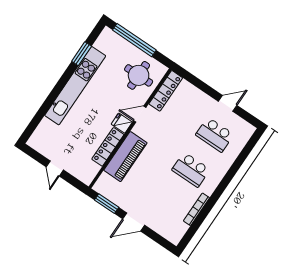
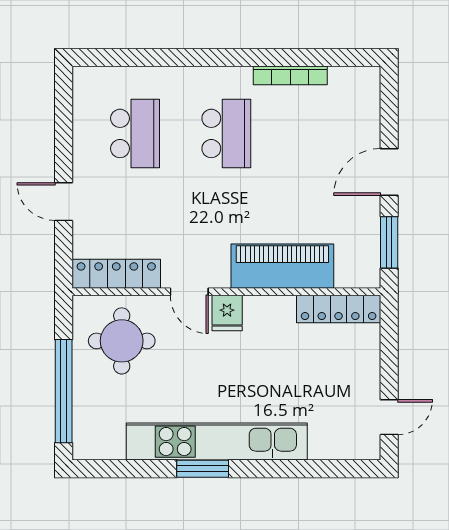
window: (82, 54) -> (203, 469), moved
door: (228, 103) -> (64, 202), moved
locker: (108, 147) -> (339, 309), moved
door: (55, 168) -> (389, 417), moved
door: (134, 222) -> (389, 172), swing flipped

